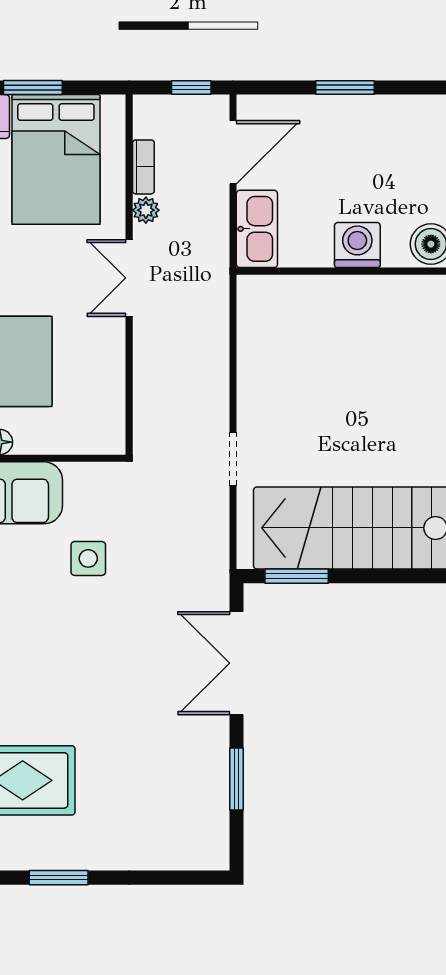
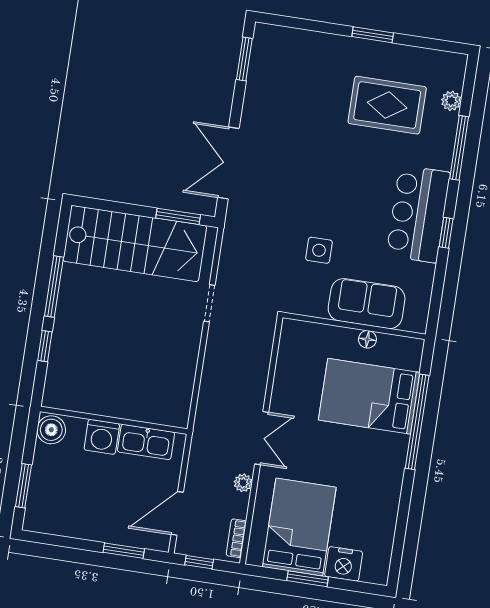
window: (345, 87) -> (124, 551), moved
bookcase: (143, 167) -> (236, 538), moved
kitchen sink: (257, 229) -> (146, 442), moved, turned -90
double door: (236, 663) -> (228, 163), swing flipped
window: (236, 779) -> (244, 59), moved

